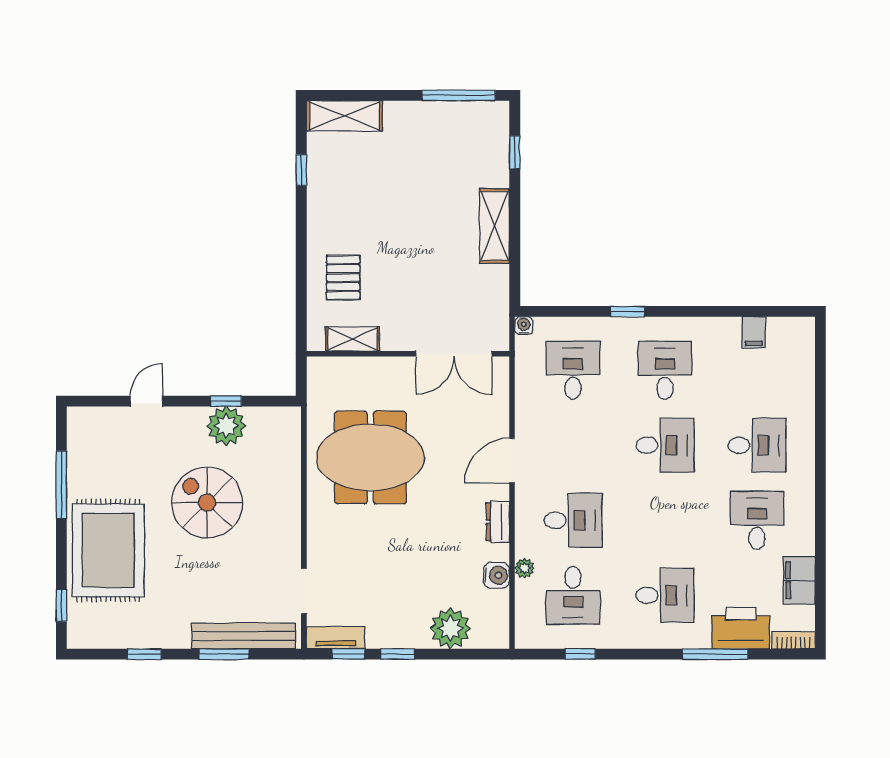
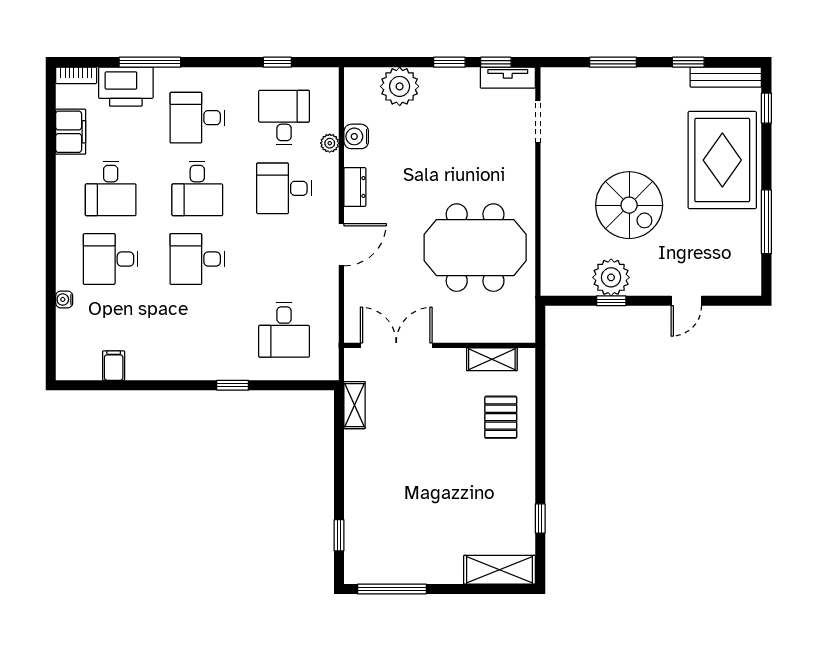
shelving: (495, 226) -> (355, 405), moved, width x0.67, depth x0.75
water cooler: (524, 326) -> (64, 299), moved, turned 90
desk: (665, 370) -> (197, 188), moved
bench: (244, 636) -> (726, 77), moved, width x0.73, depth x0.82

